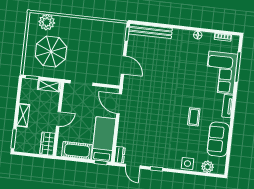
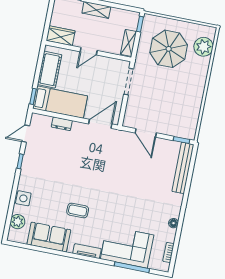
door: (124, 65) -> (146, 133), hinge flipped
door: (58, 119) -> (89, 51), hinge flipped
dresser: (120, 155) -> (62, 124), moved

